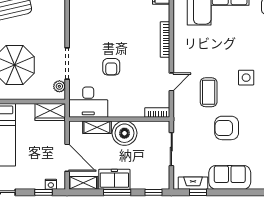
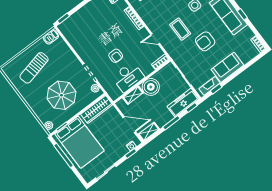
door: (171, 82) -> (155, 39), swing flipped
desk: (88, 102) -> (128, 77), moved
wardrobe: (50, 112) -> (97, 109), width x1.50
freezer: (114, 179) -> (183, 103), moved, width x1.40

